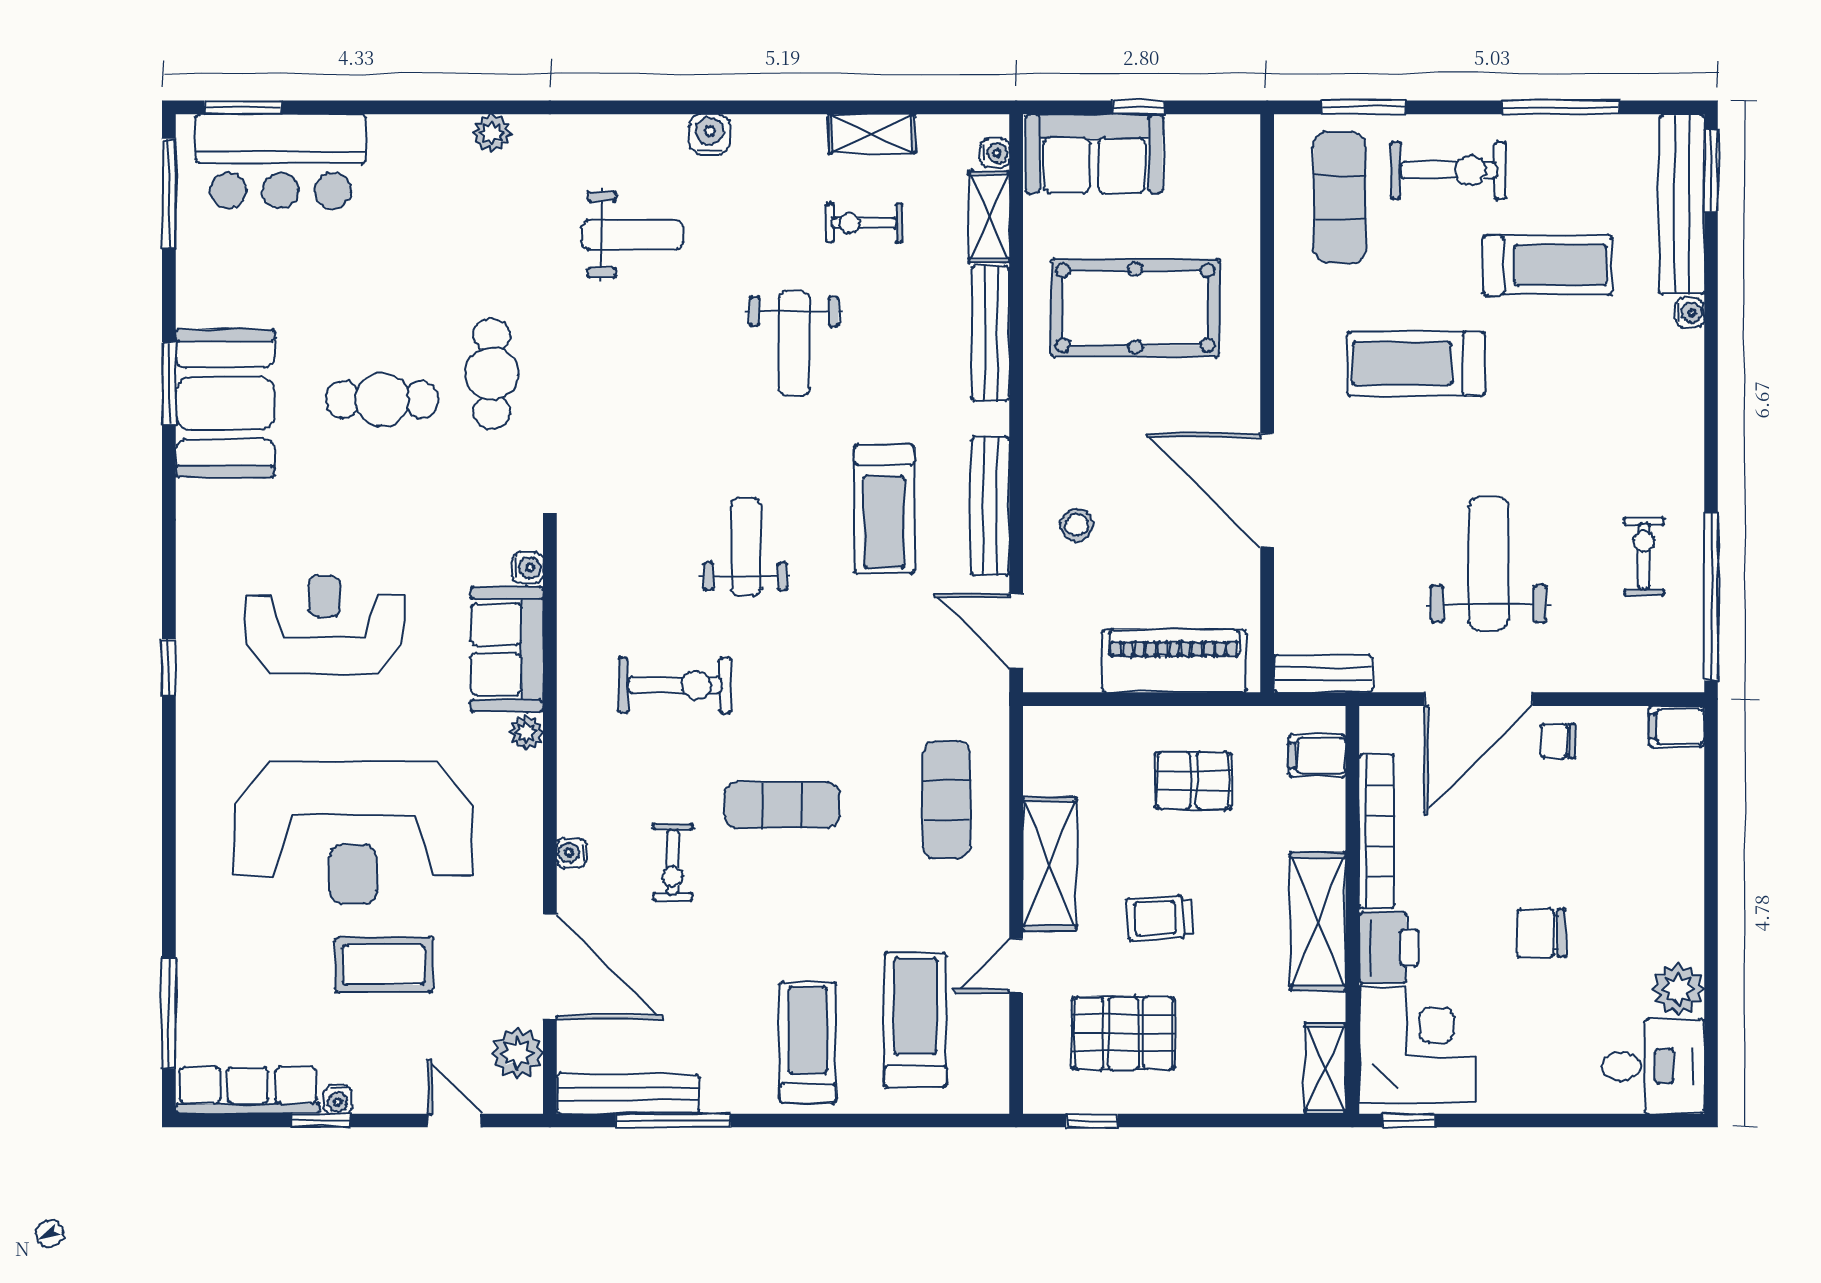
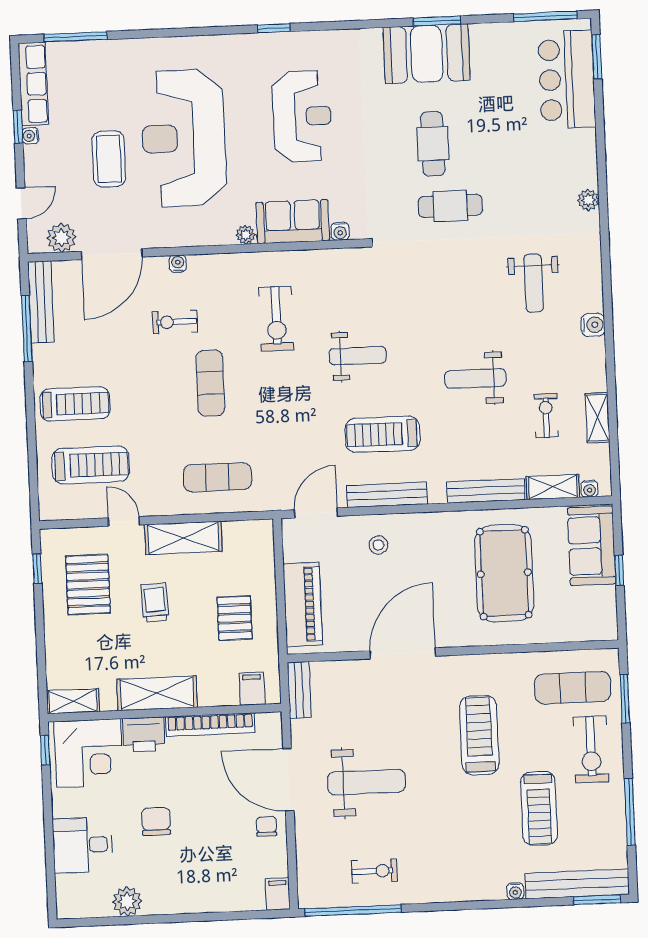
desk: (1653, 1066) -> (83, 845), moved, turned 90

